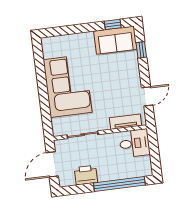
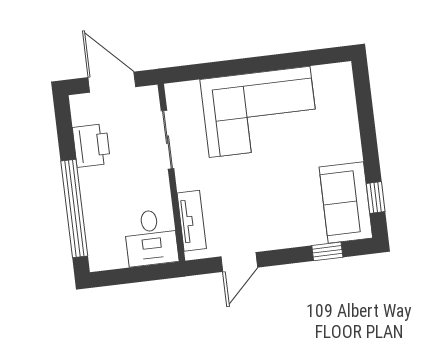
door: (147, 96) -> (239, 262), hinge flipped

